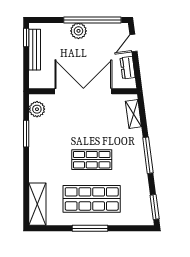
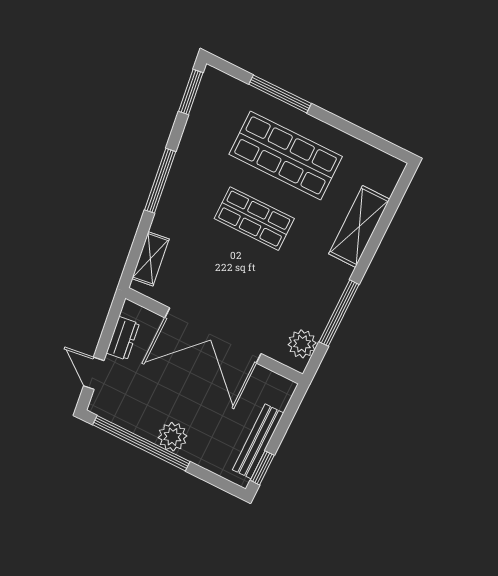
door: (133, 43) -> (94, 373), swing flipped
window: (26, 134) -> (339, 313), width x1.44
shelving: (37, 204) -> (359, 227), moved
window: (90, 228) -> (280, 94), moved

